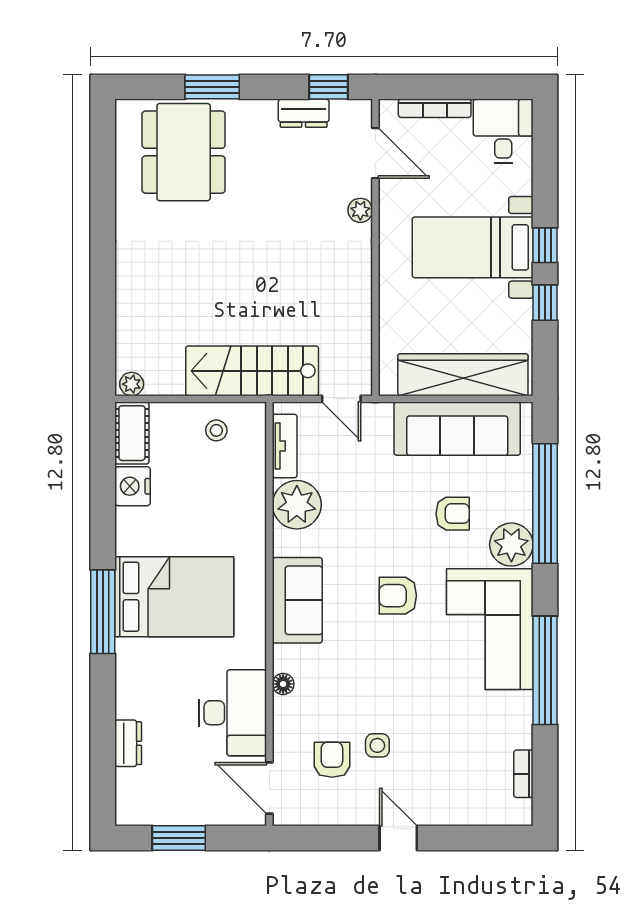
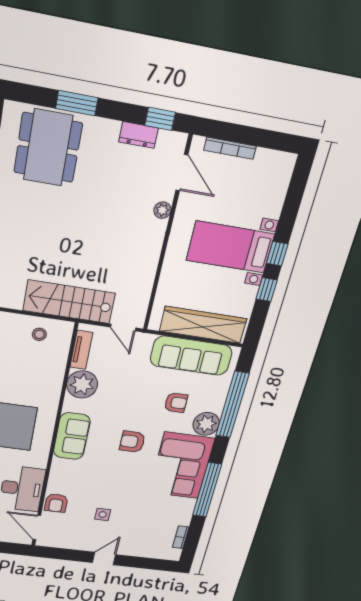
desk: (503, 131) -> (272, 173), removed
floor lamp: (283, 684) -> (55, 478), removed
armchair: (332, 760) -> (56, 503), moved, turned 180
door: (398, 838) -> (104, 559), hinge flipped

